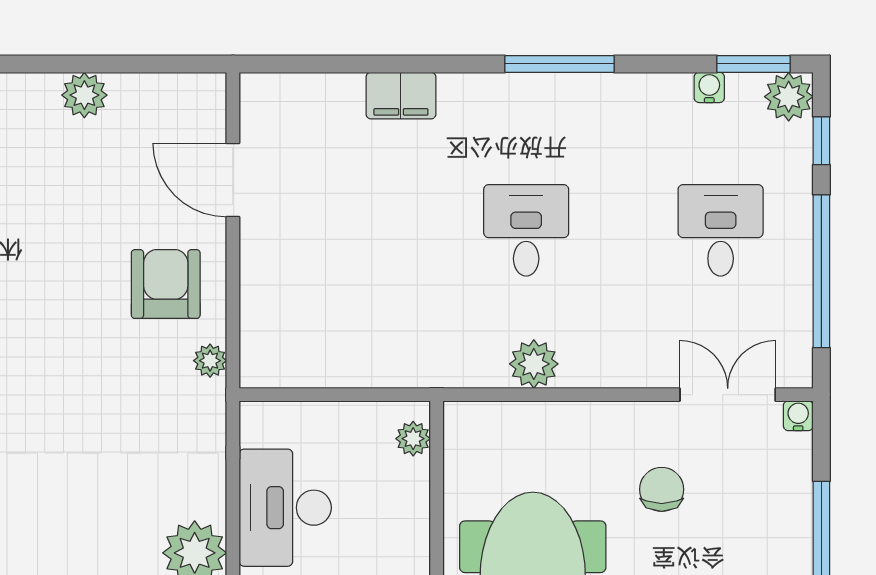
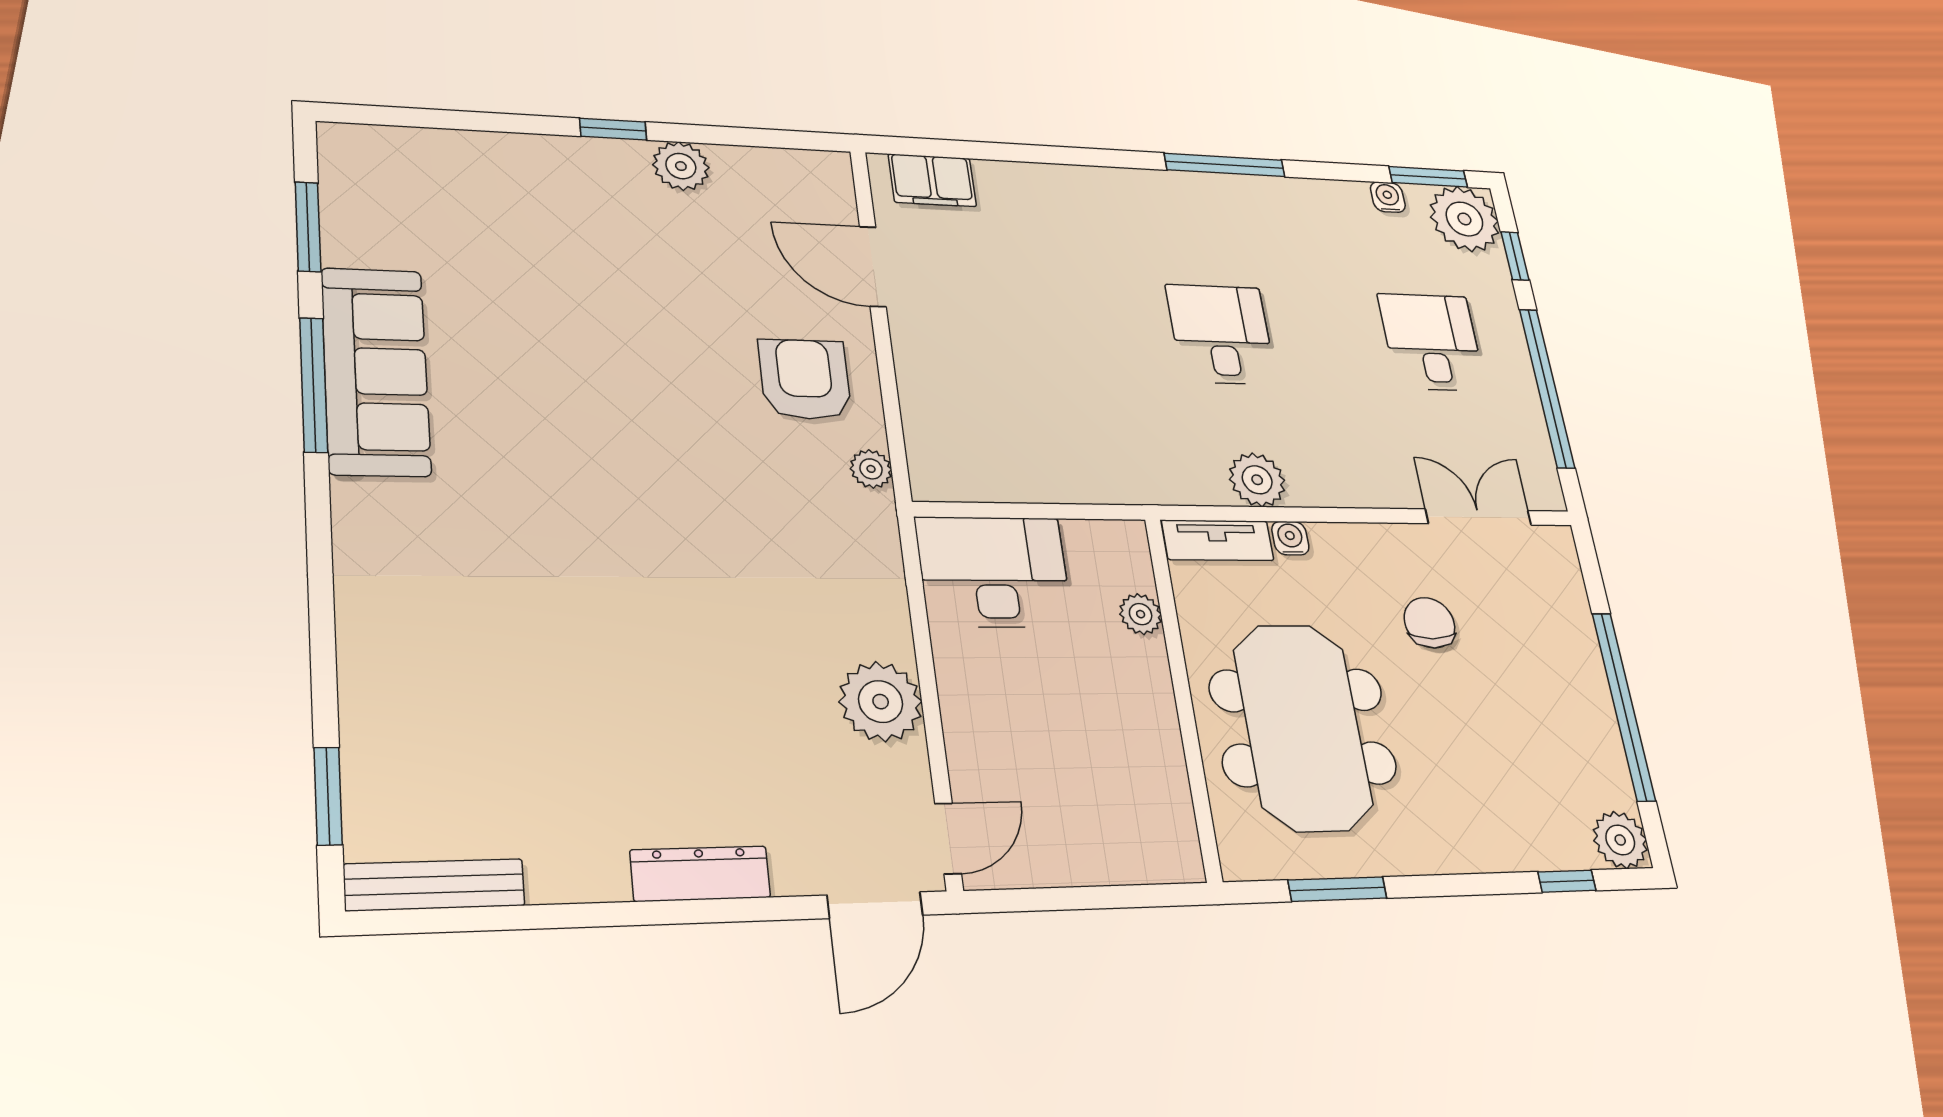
window: (33, 64) -> (613, 129), added
filing cabinet: (401, 96) -> (932, 180), moved
plant: (789, 97) -> (1464, 219), width x1.36, depth x1.36
water cooler: (798, 416) -> (1290, 538), moved
tv unit: (490, 418) -> (1218, 540), added
plant: (413, 439) -> (1141, 614), moved
desk: (285, 508) -> (994, 572), moved, turned 90

